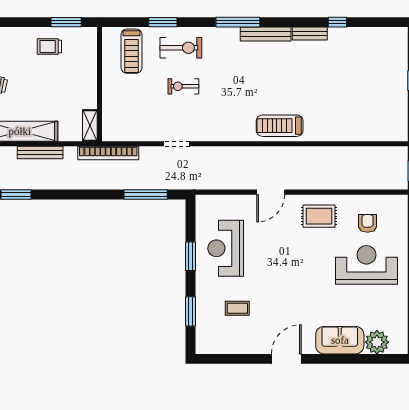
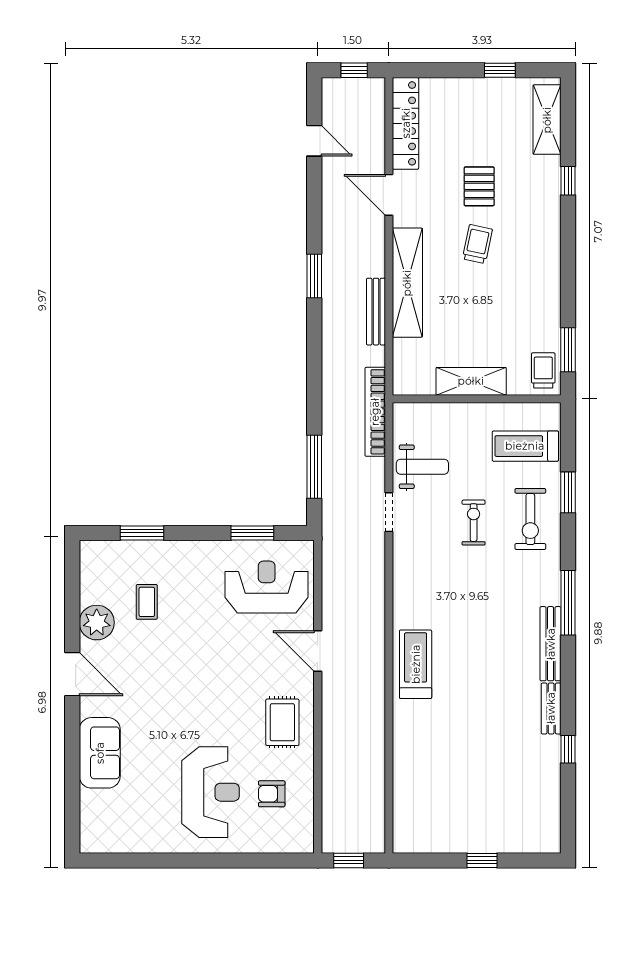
trolley: (49, 46) -> (543, 370), moved
weight bench: (146, 121) -> (422, 467), added
shelving: (90, 125) -> (471, 381), moved, width x1.50, depth x1.33
armchair: (368, 223) -> (272, 794), turned 180
reception desk: (226, 248) -> (267, 587), moved
window: (190, 256) -> (252, 533), moved
plant: (377, 342) -> (97, 623), moved

